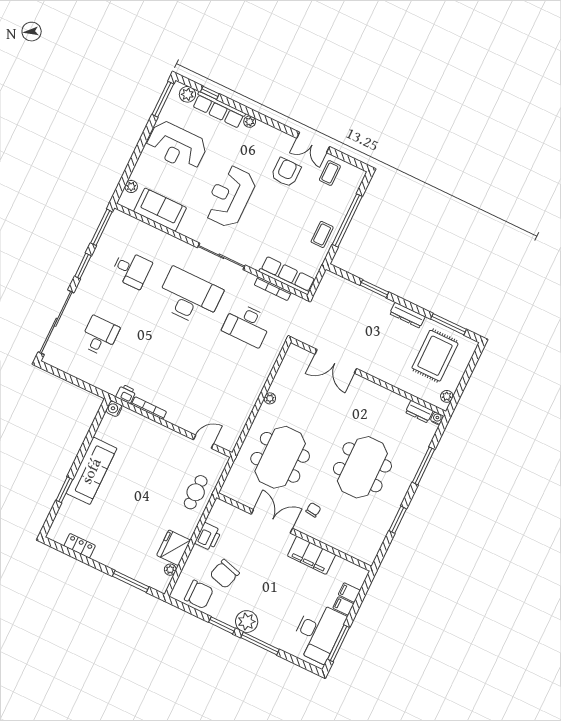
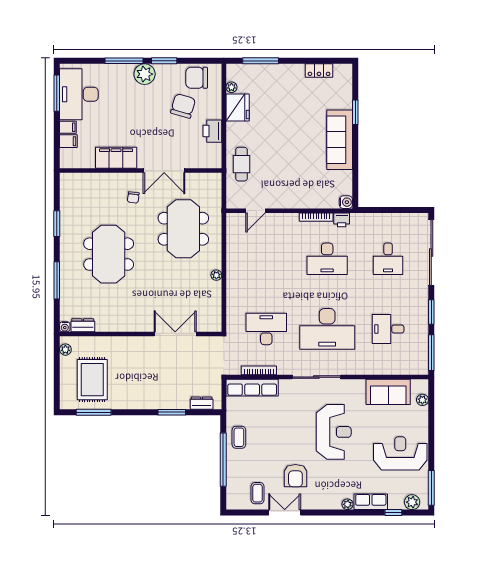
row of seats: (219, 110) -> (371, 502), width x0.68
dresser: (407, 315) -> (202, 403), moved, width x0.70
desk: (157, 364) -> (327, 259), added

